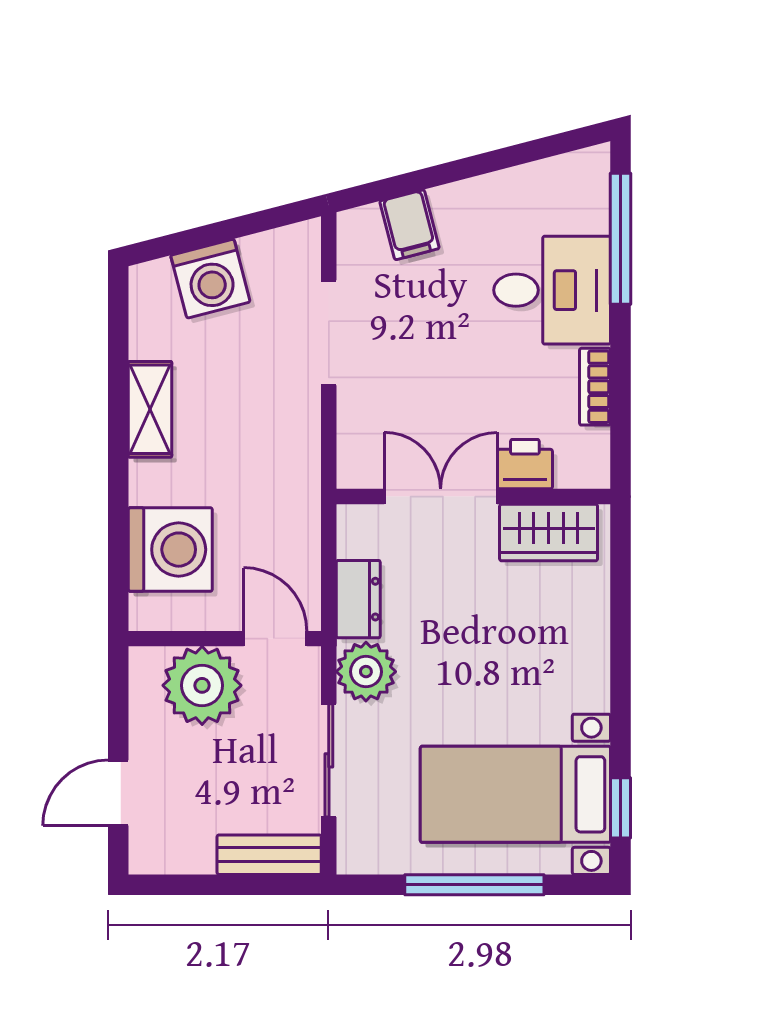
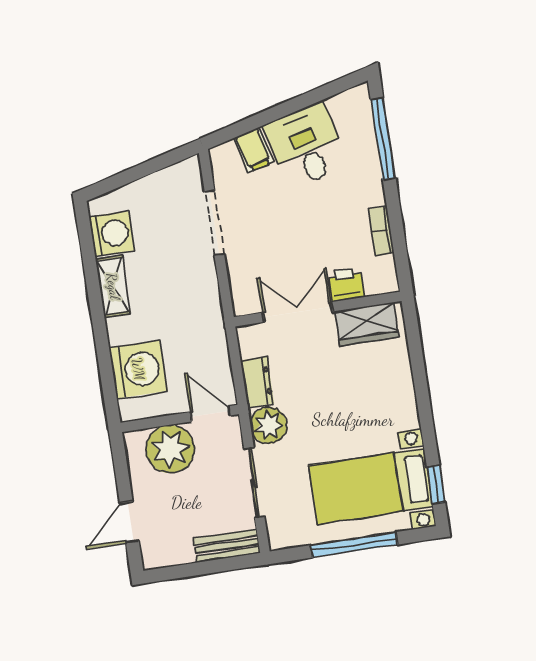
washing machine: (210, 279) -> (112, 234), moved, turned -75
desk: (552, 290) -> (306, 146), moved, turned -105

